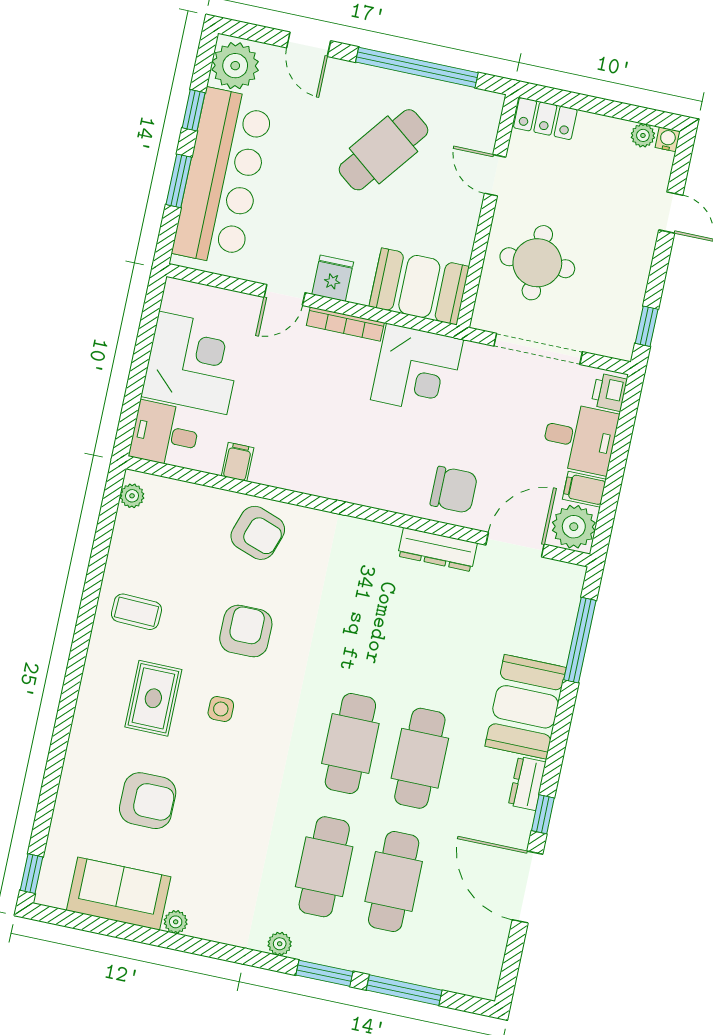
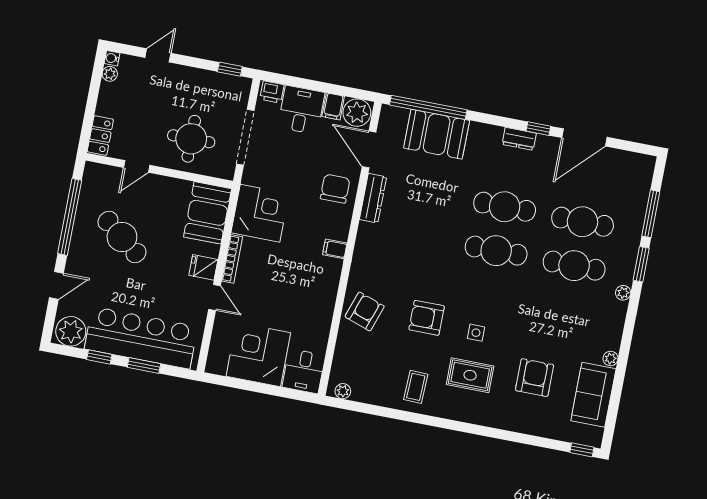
filing cabinet: (238, 462) -> (335, 249), moved
window: (580, 640) -> (428, 107), width x1.46
booth: (526, 707) -> (437, 134), moved

